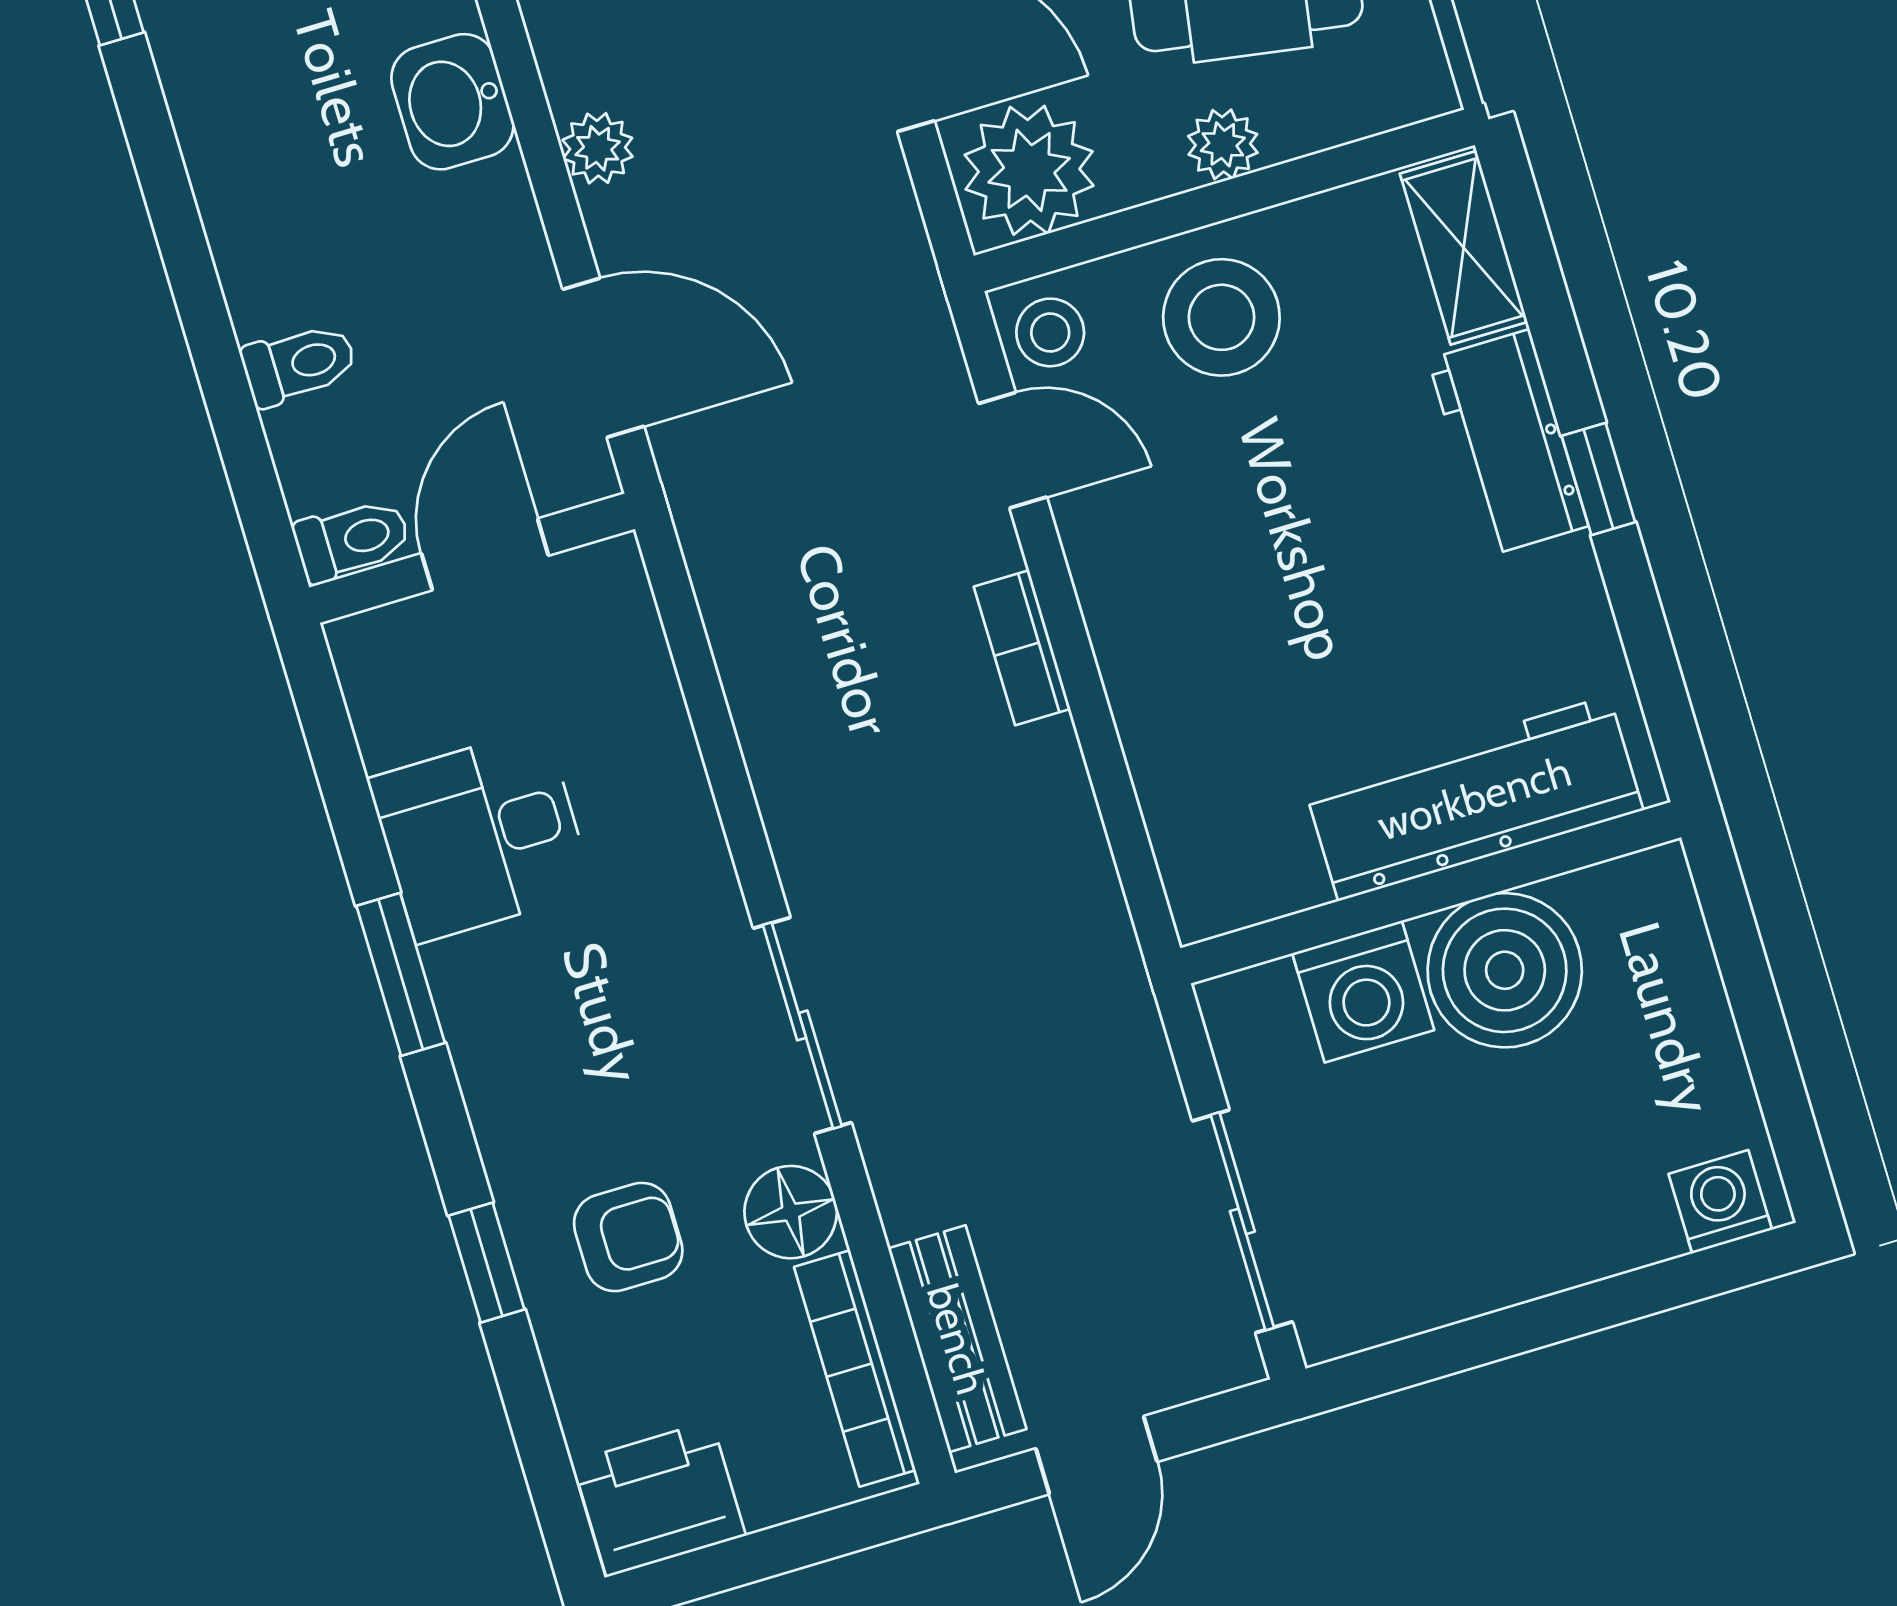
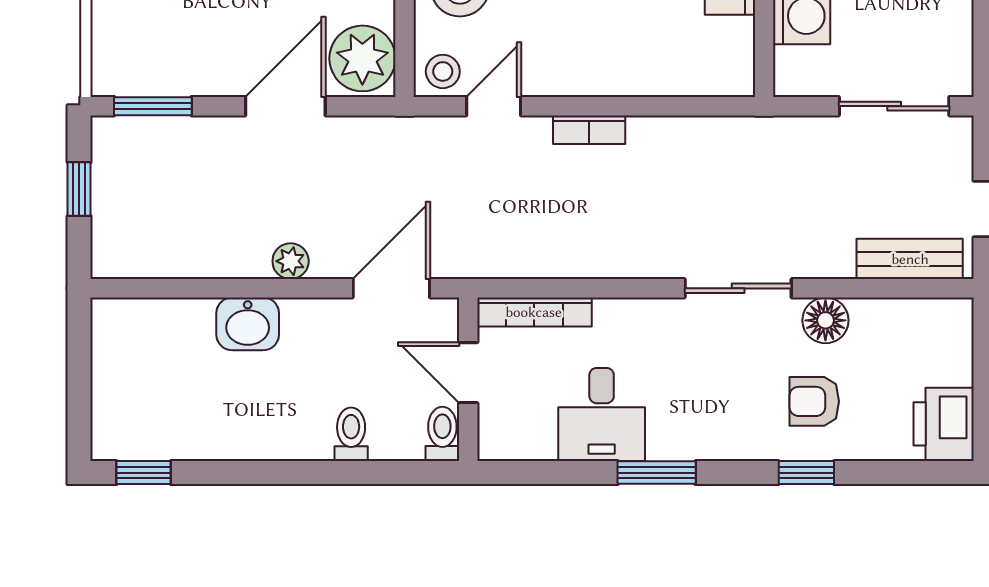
armchair: (628, 1237) -> (814, 401), turned -90
bookcase: (855, 1369) -> (534, 312), moved

